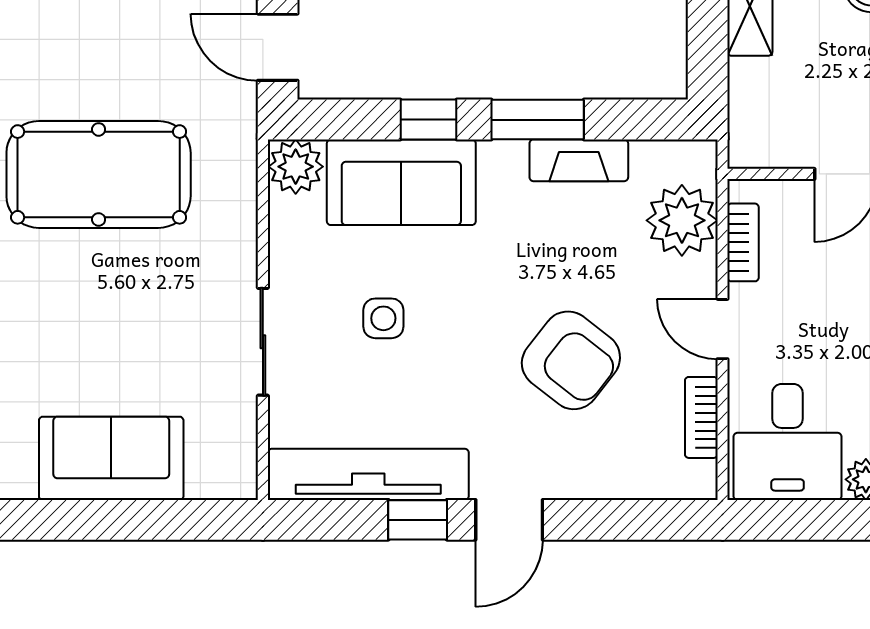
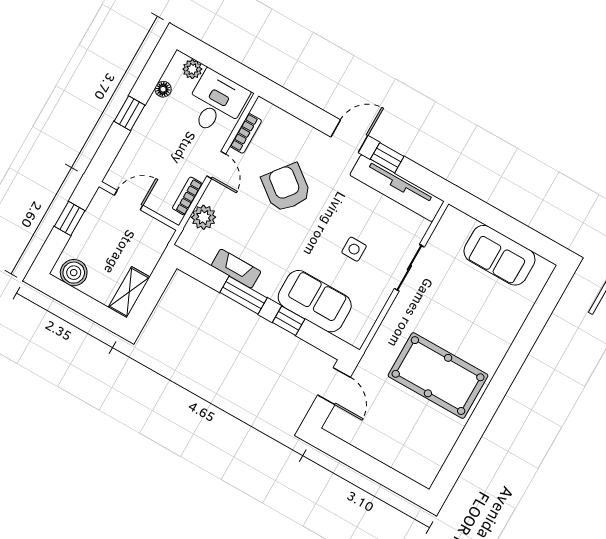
plant: (296, 167) -> (355, 332), removed
plant: (682, 220) -> (204, 217), width x0.73, depth x0.73

